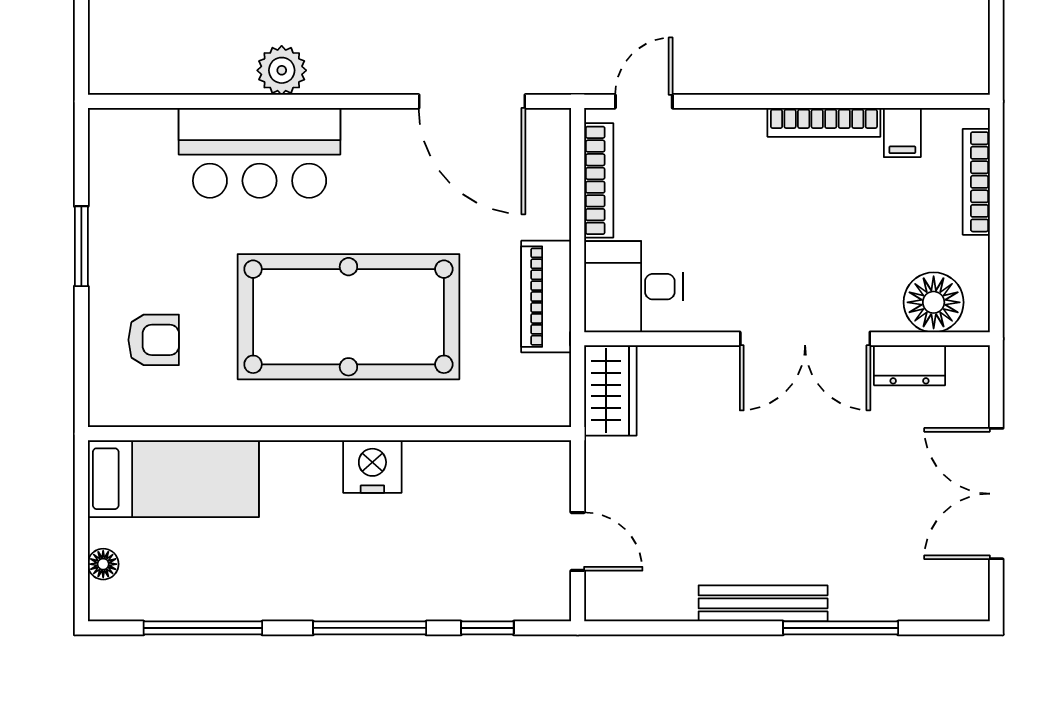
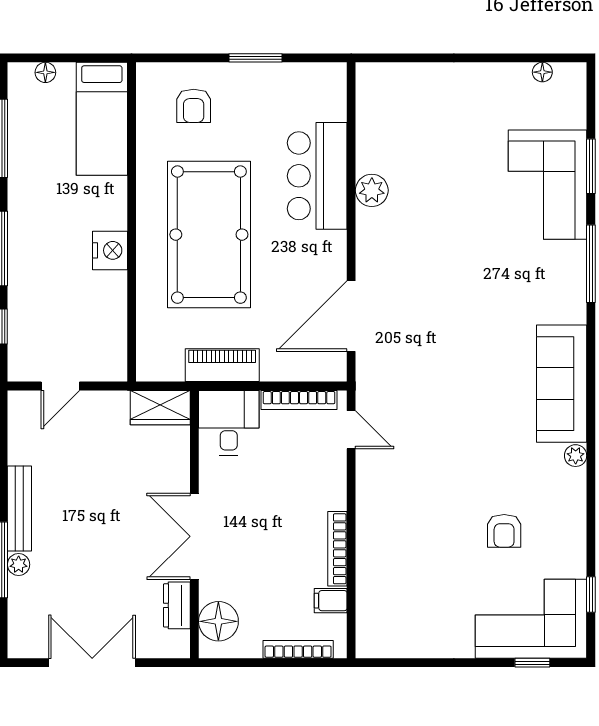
plant: (848, 605) -> (19, 564), added

